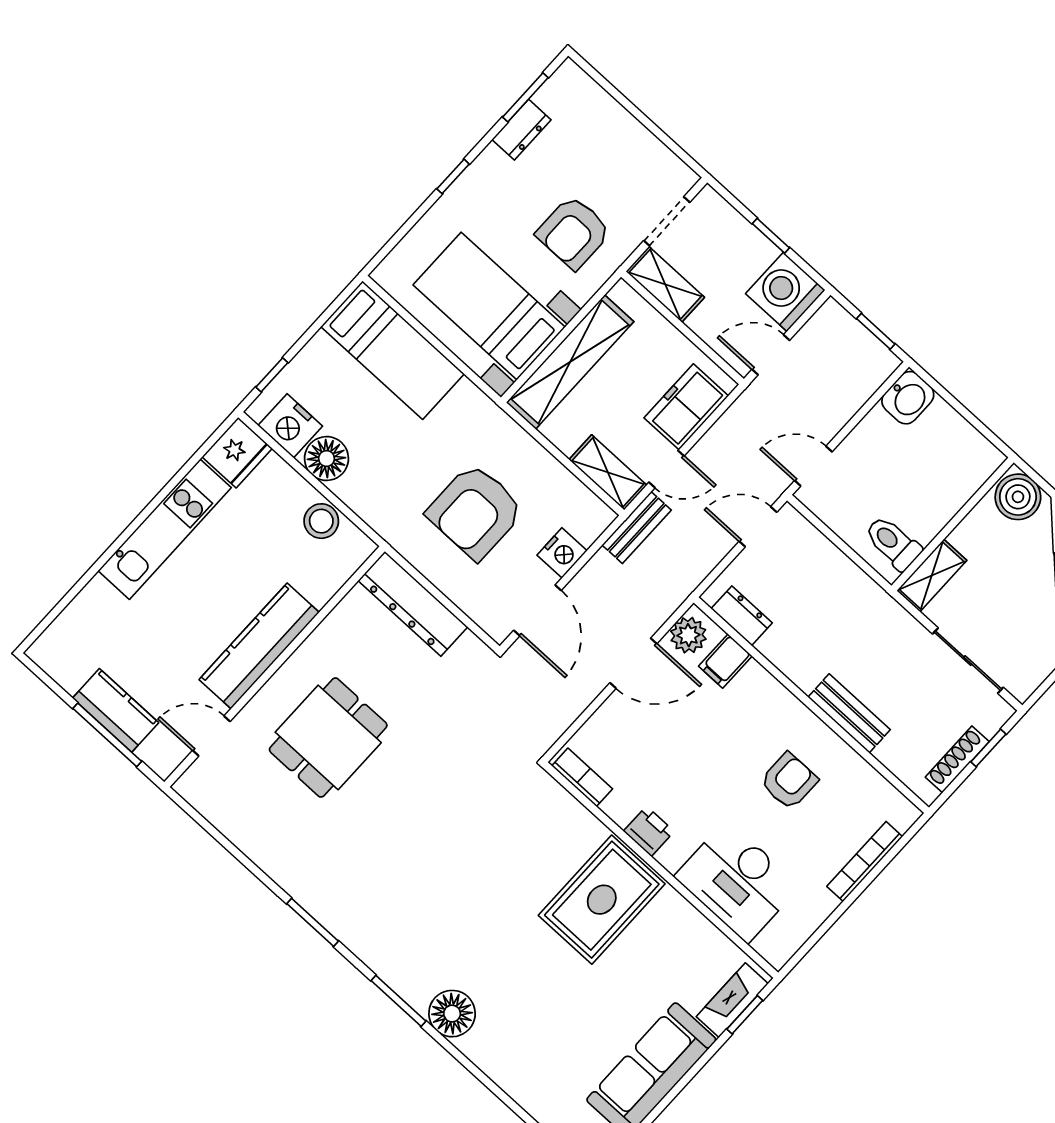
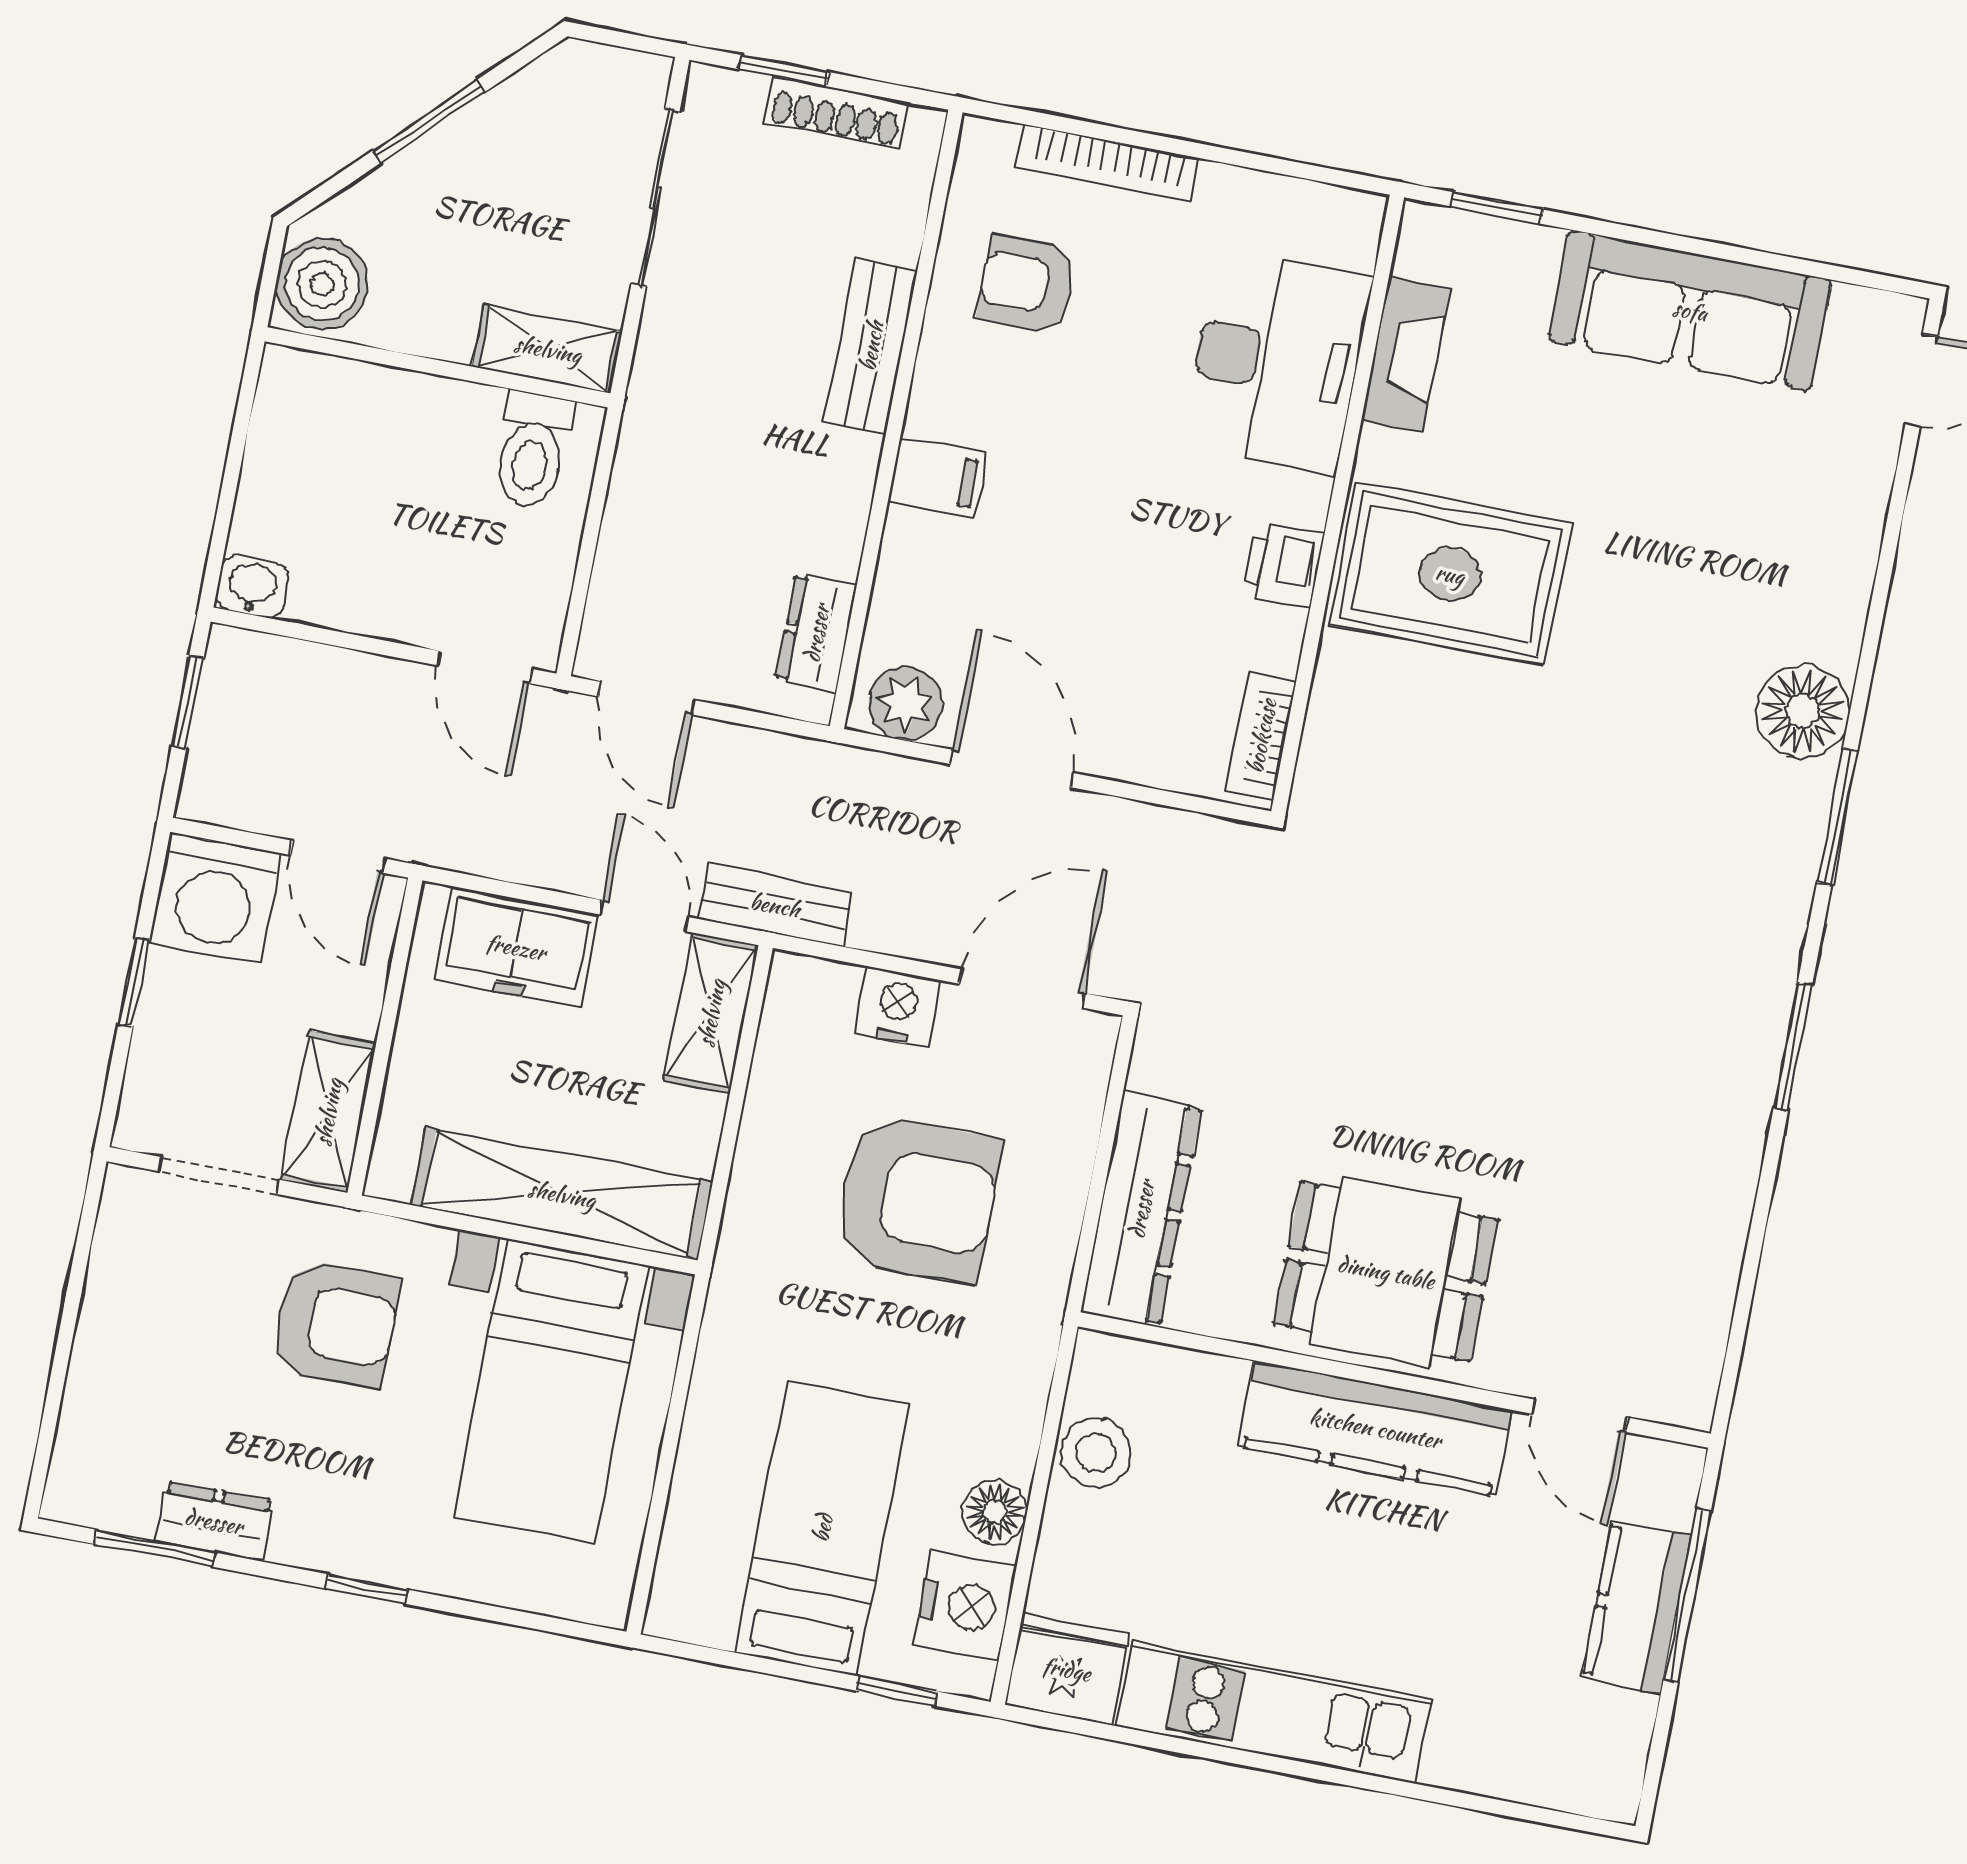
bed: (393, 350) -> (822, 1528), moved
washbasin: (908, 398) -> (252, 587), width x0.72, depth x0.69
floor lamp: (327, 459) -> (995, 1512), width x0.73, depth x0.73
filing cabinet: (725, 661) -> (937, 477), moved
dining table: (328, 737) -> (1386, 1272), moved
armchair: (789, 781) -> (1027, 284), moved
fireplace: (732, 1000) -> (1406, 355), moved, turned -90

